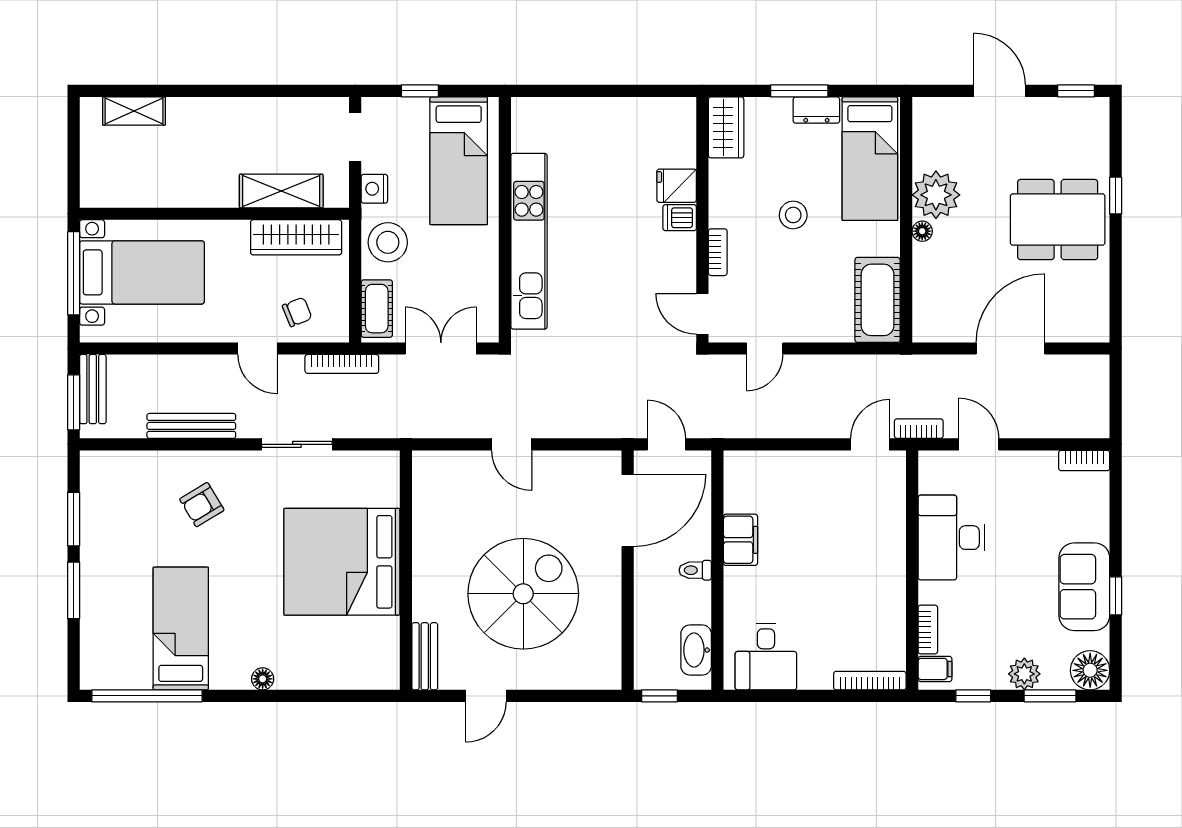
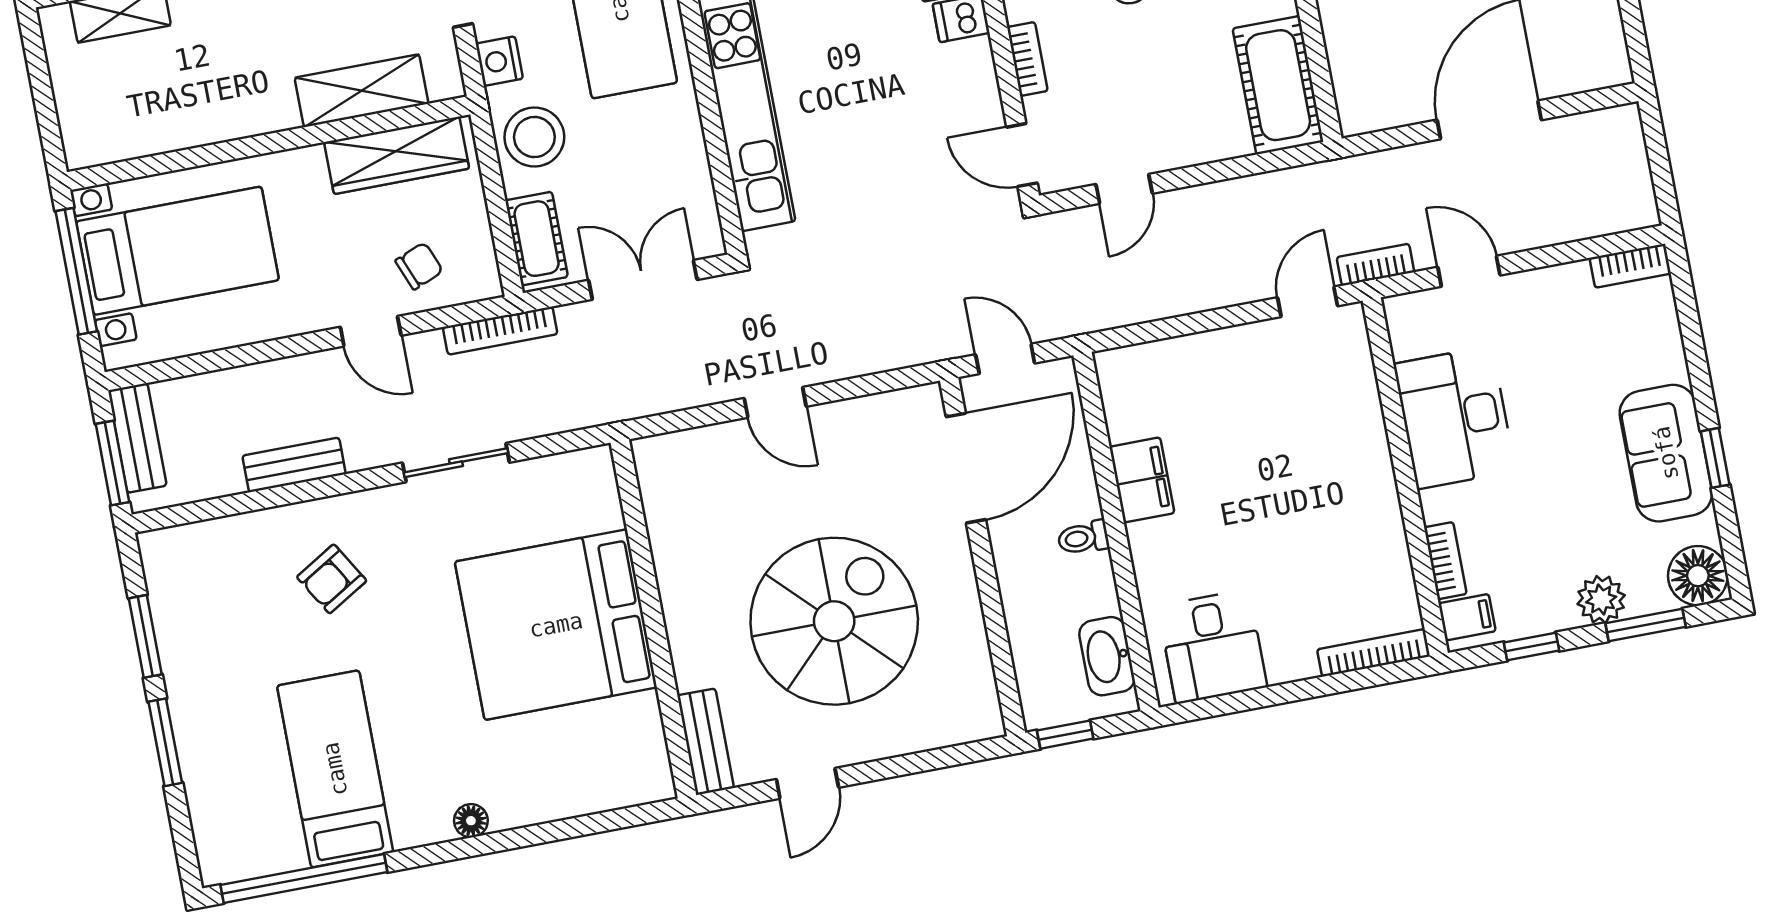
bench: (191, 426) -> (294, 465), width x0.73

